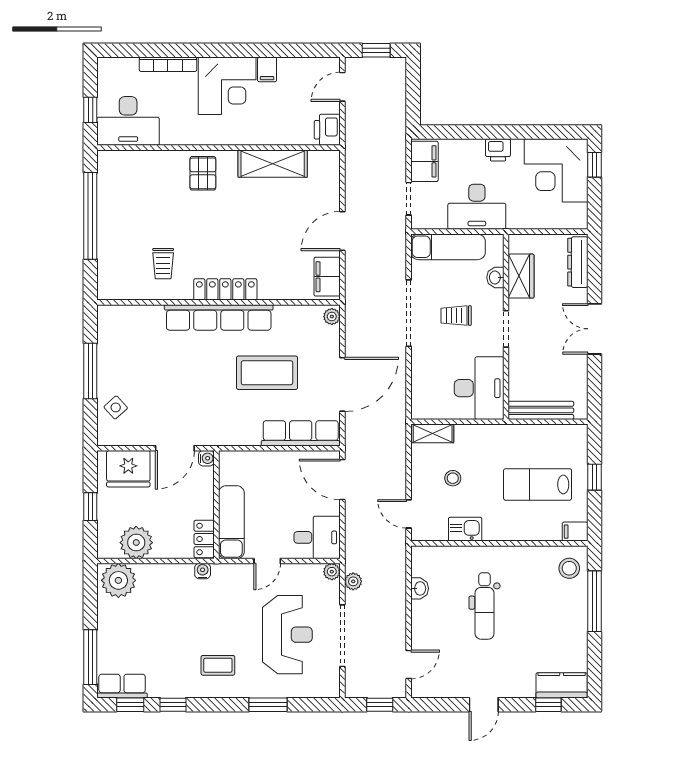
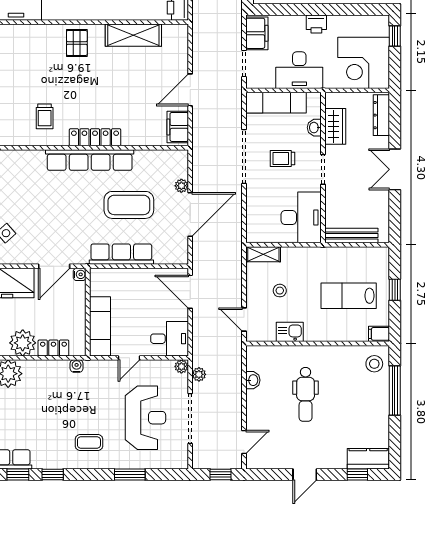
corner desk: (556, 170) -> (364, 63), moved
plant: (332, 317) -> (181, 186), moved
row of seats: (301, 433) -> (121, 254), moved
locker: (204, 539) -> (53, 348), moved, turned 90

